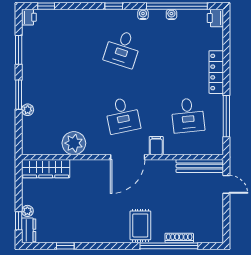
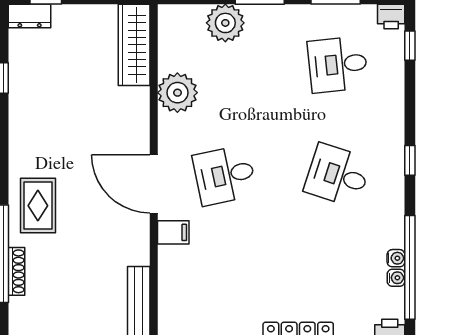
water cooler: (143, 14) -> (396, 278), moved
plant: (28, 110) -> (225, 23), width x1.88, depth x1.88
desk: (188, 115) -> (338, 64), moved
plant: (27, 211) -> (62, 14), removed
rug: (140, 225) -> (38, 206), turned 90

